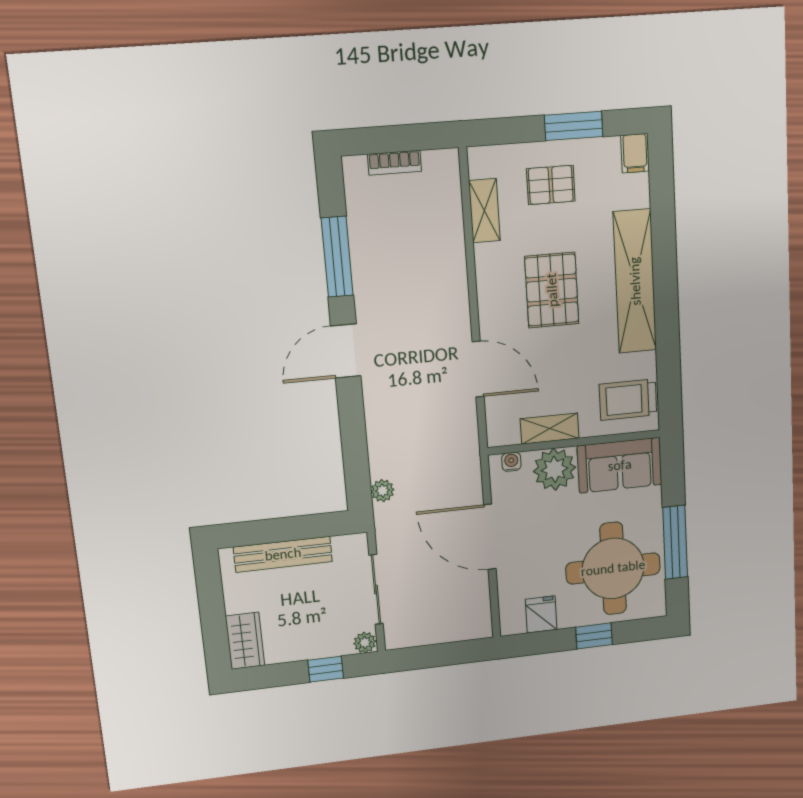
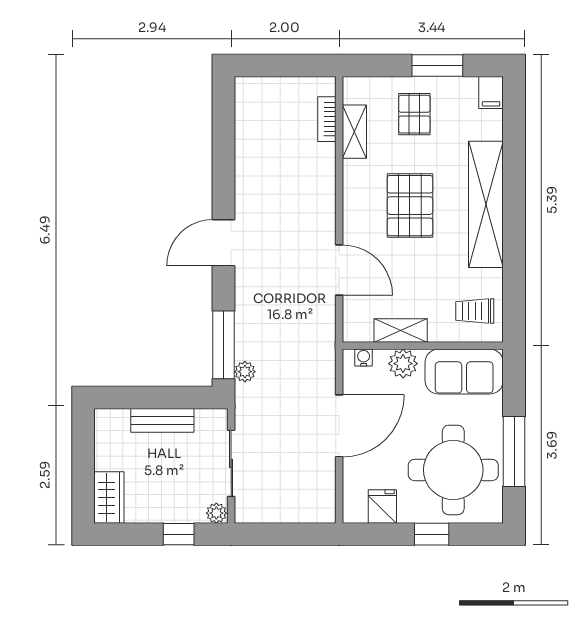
bookcase: (395, 163) -> (327, 119), moved, turned 90
pallet: (551, 185) -> (414, 114), turned 90
window: (337, 257) -> (224, 345), moved
trolley: (628, 400) -> (475, 311), width x0.73, depth x0.72
plant: (555, 469) -> (403, 364), width x0.73, depth x0.73
door: (490, 537) -> (339, 426), swing flipped
bench: (283, 554) -> (162, 420), width x0.73

